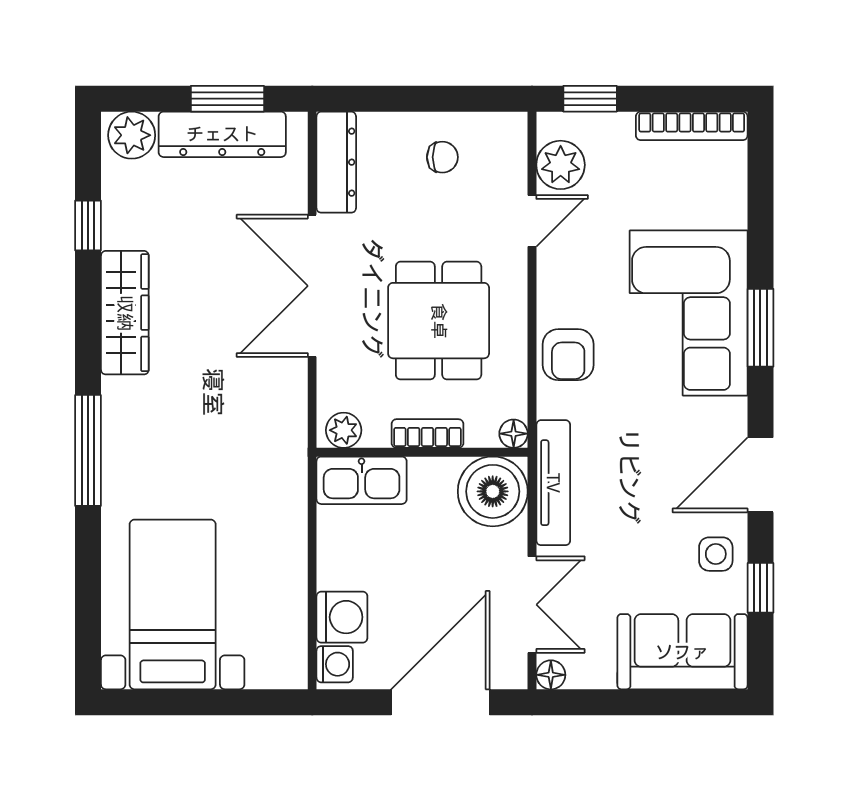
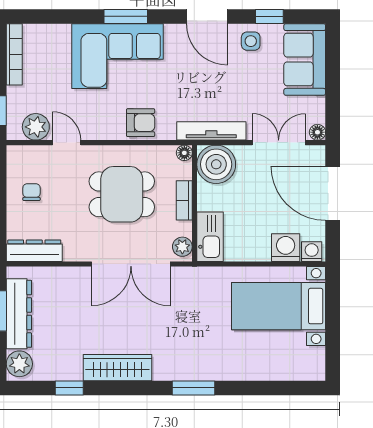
double door: (312, 286) -> (131, 264), moved
window: (88, 450) -> (193, 388), width x0.69
bed with nightstands: (173, 604) -> (279, 306), moved

